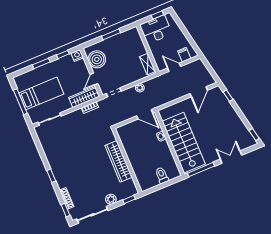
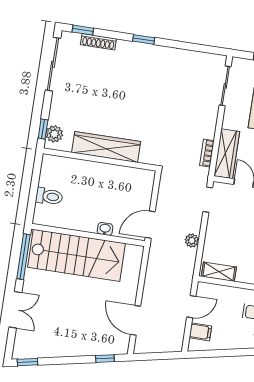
plant: (111, 199) -> (54, 134), moved

